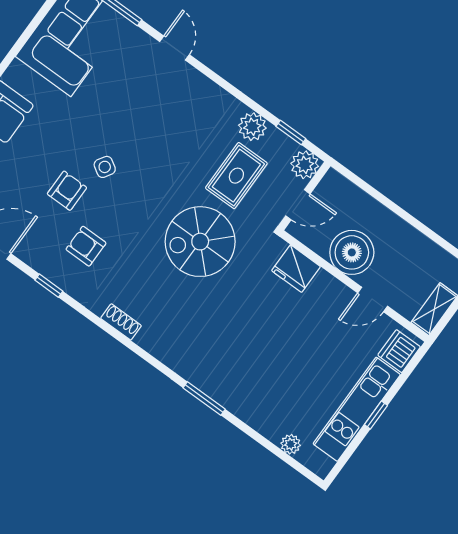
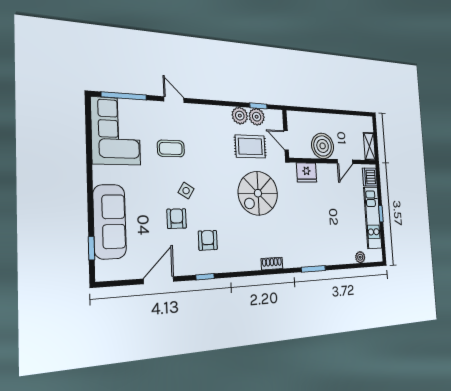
coffee table: (124, 104) -> (171, 149), added
plant: (305, 165) -> (257, 117), moved
rug: (236, 176) -> (250, 146), turned 90
door: (298, 205) -> (286, 140), swing flipped
armchair: (86, 246) -> (208, 240), turned 90
shoe rack: (121, 322) -> (272, 263), moved

